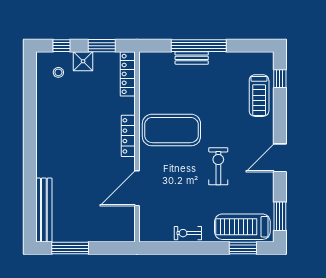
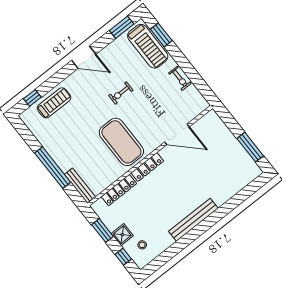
bench: (192, 58) -> (80, 186), moved, width x1.36
locker: (128, 74) -> (119, 190), moved
exercise bike: (218, 166) -> (121, 93), width x0.73, depth x0.72
bench: (44, 210) -> (193, 220), moved

